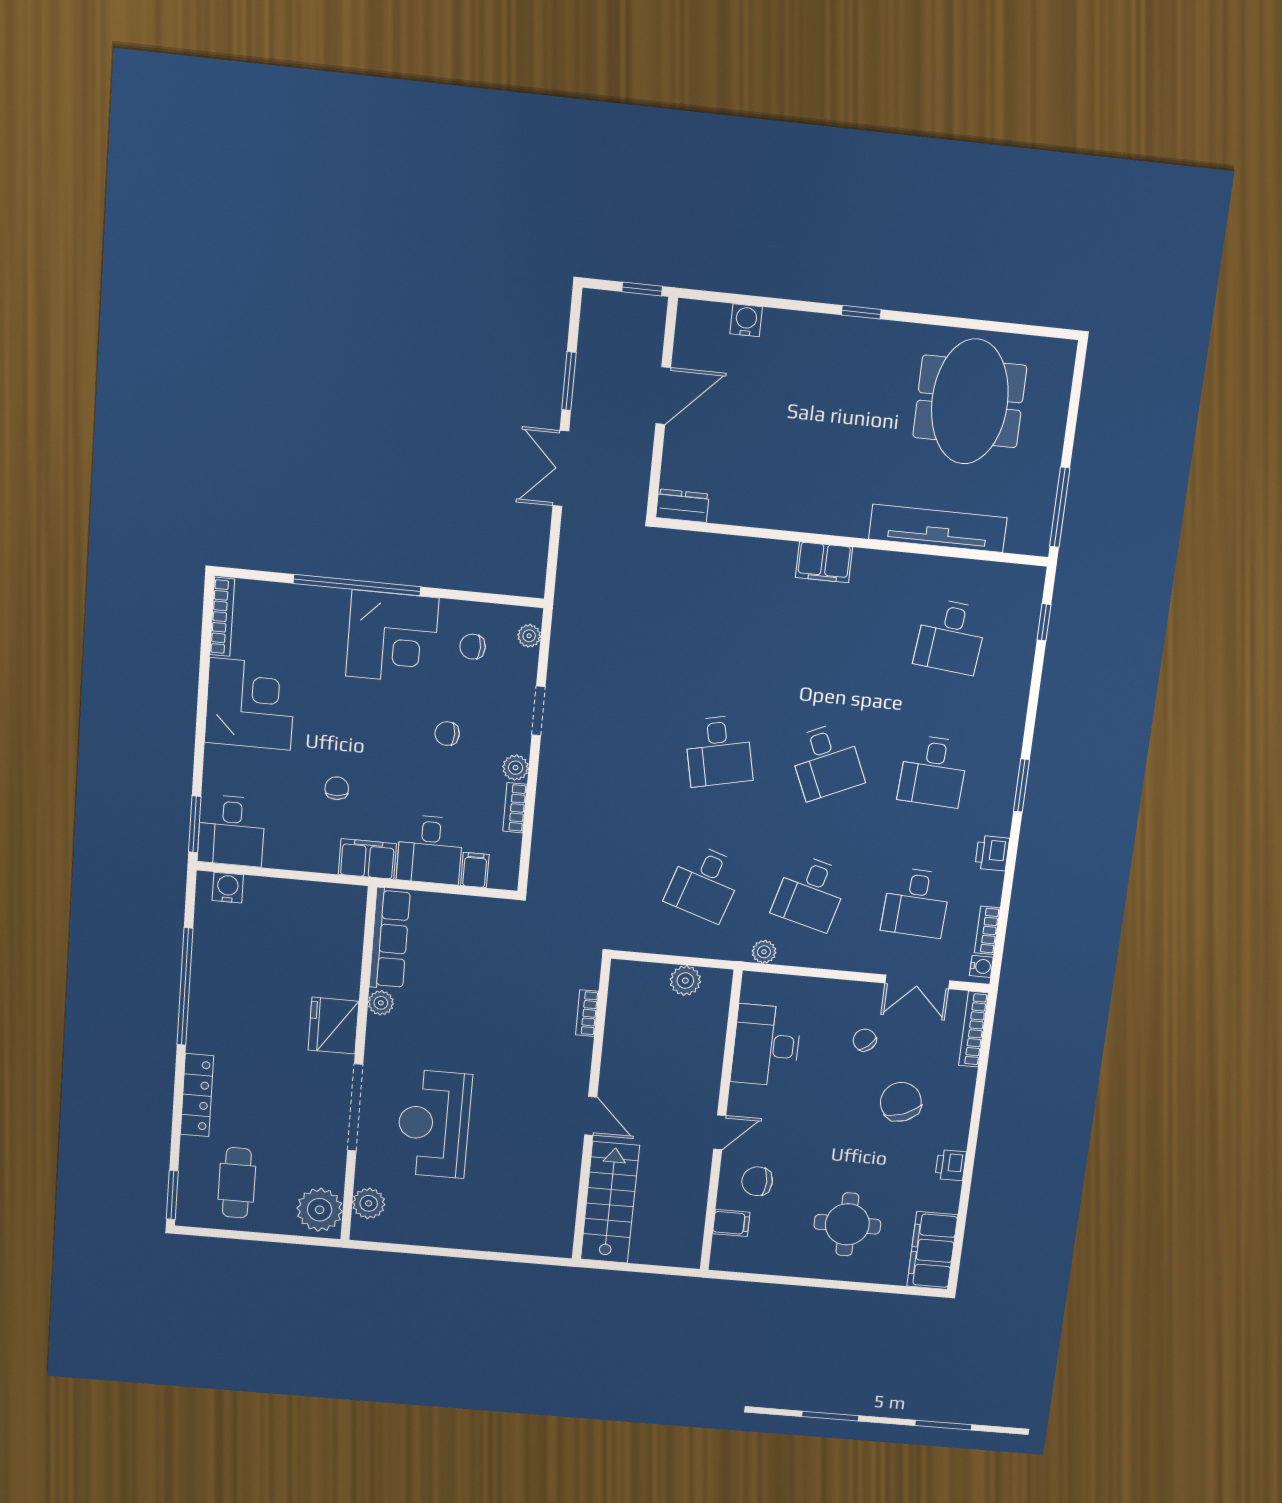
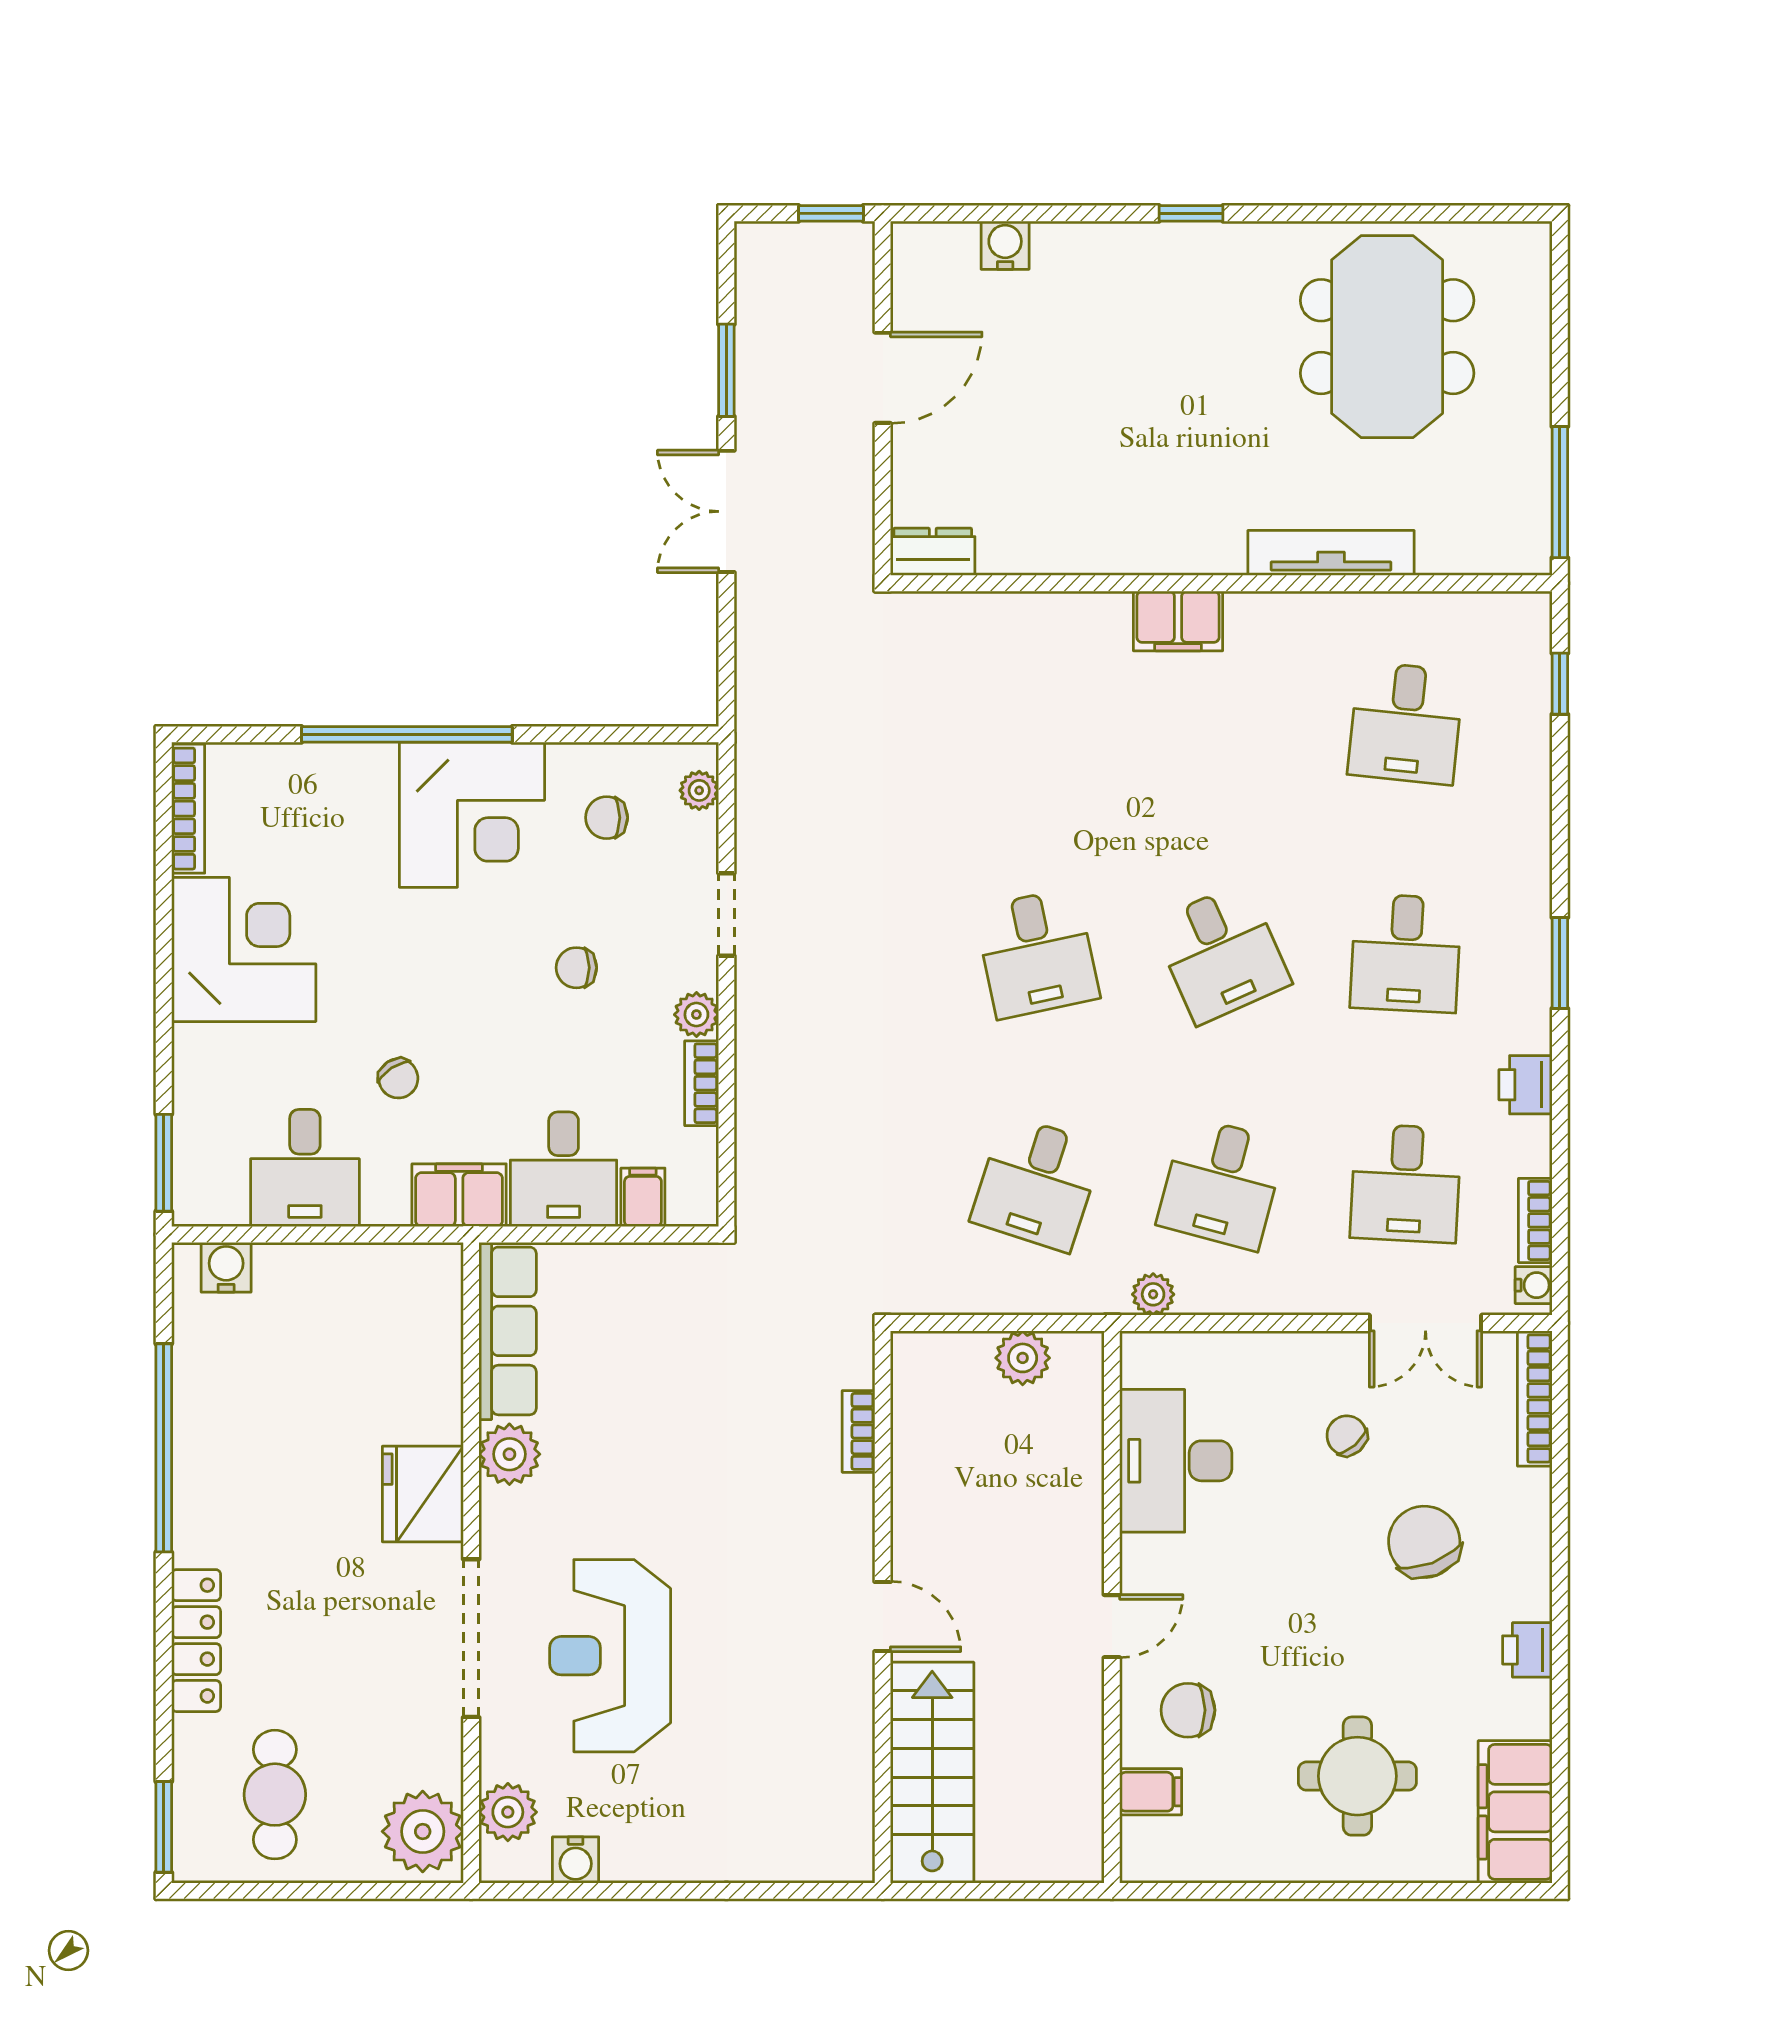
tv unit: (938, 528) -> (1331, 553), width x0.73, depth x0.78
chair: (337, 788) -> (398, 1078), turned 151
desk: (231, 831) -> (305, 1168), moved
plant: (381, 1003) -> (509, 1454), width x1.38, depth x1.38
water cooler: (405, 1232) -> (576, 1860), added

